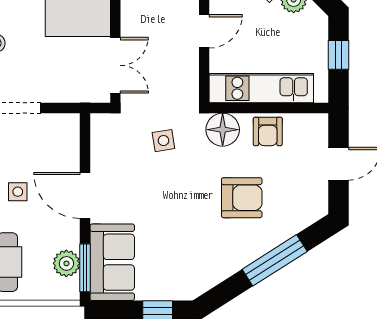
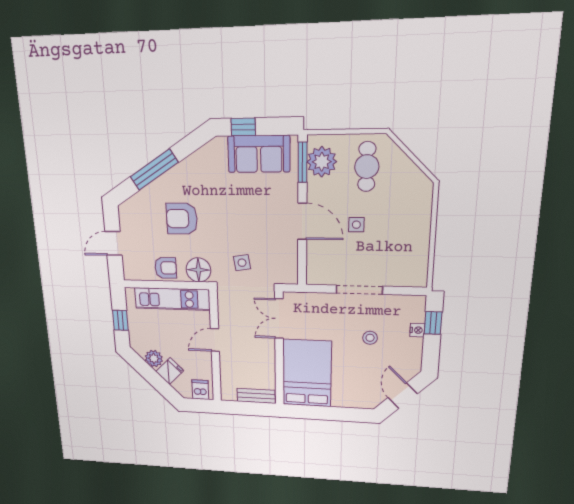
armchair: (268, 131) -> (166, 268), turned 90
sofa: (112, 262) -> (259, 154), moved, turned -90
plant: (66, 263) -> (322, 162), width x1.36, depth x1.36

